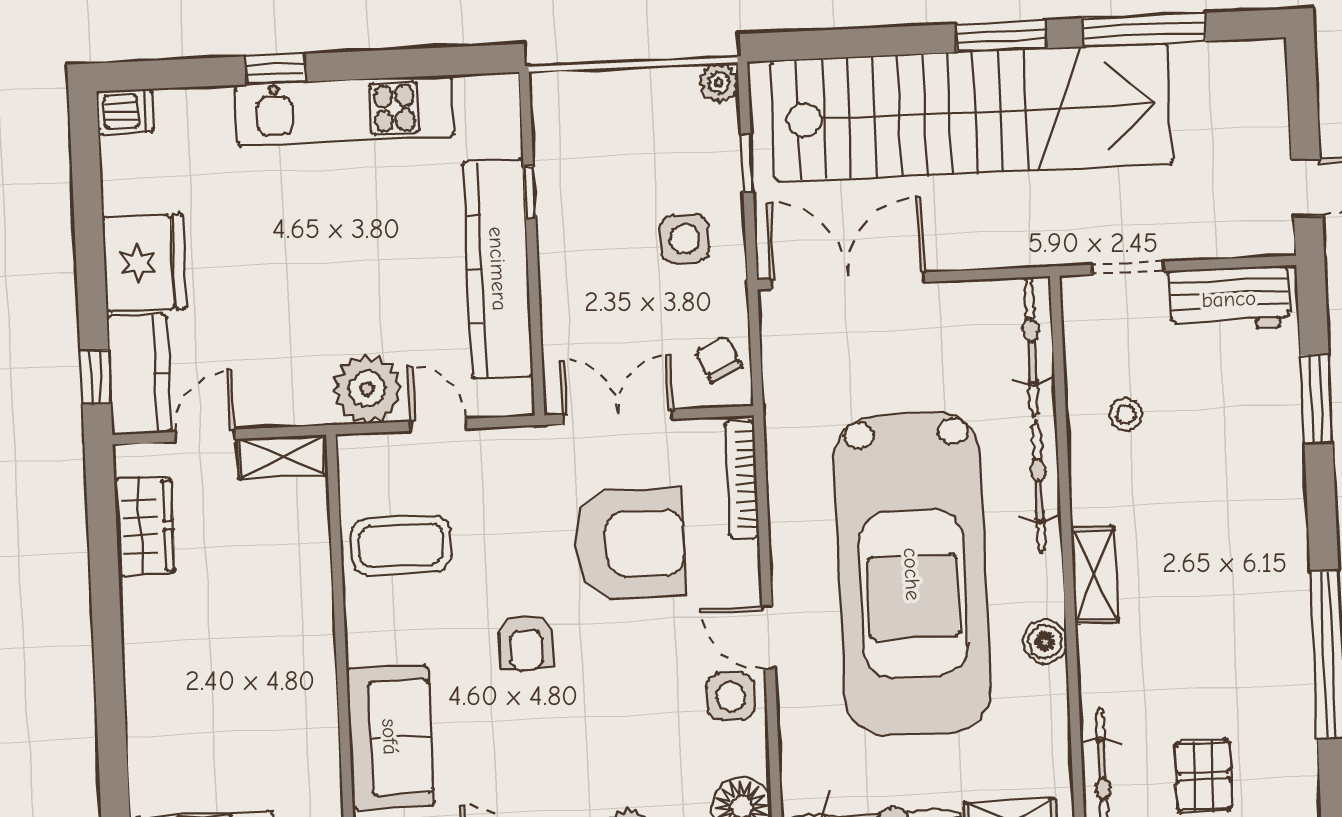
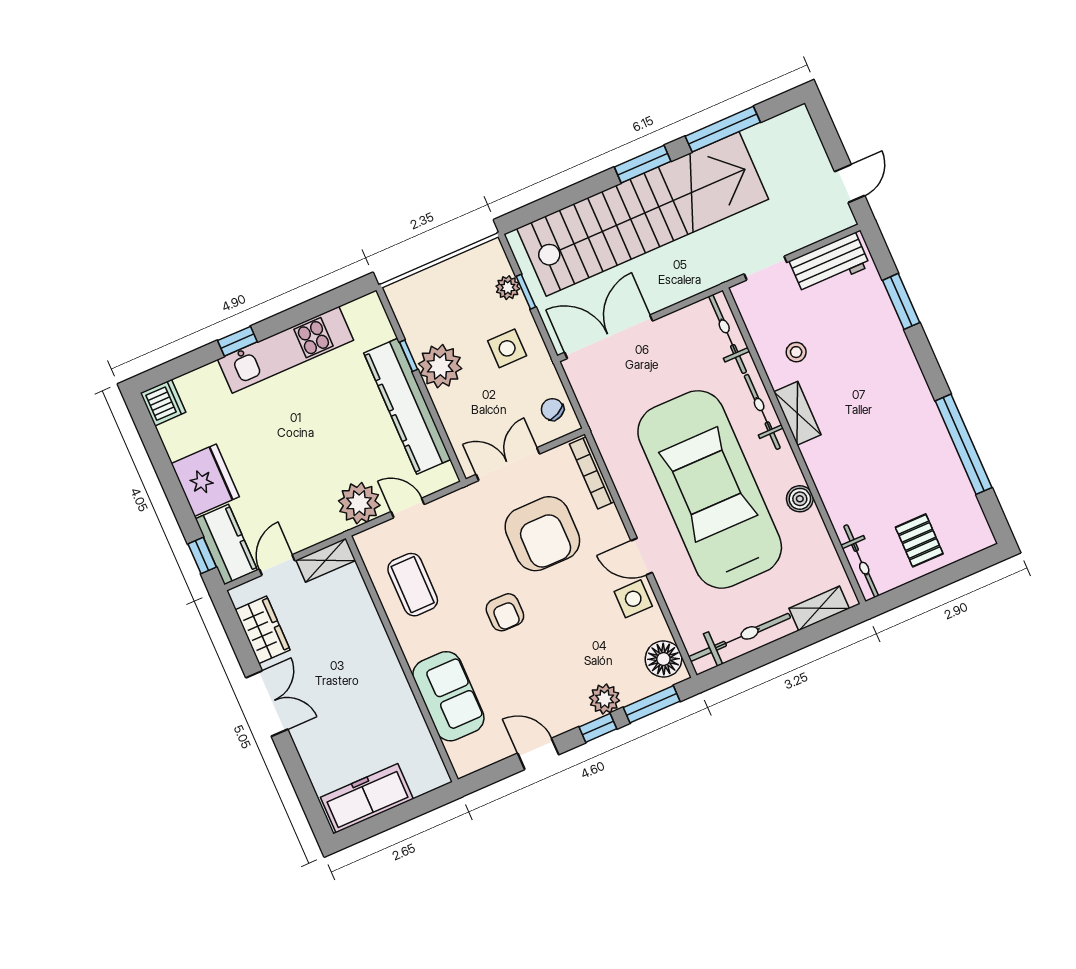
plant: (719, 83) -> (508, 288), moved
dishwasher: (125, 111) -> (163, 403), width x1.38
plant: (572, 227) -> (440, 366), added
armchair: (630, 544) -> (542, 534), turned 90
coffee table: (401, 545) -> (413, 585), turned 90
car: (912, 574) -> (710, 489), turned 180
shelving: (1095, 575) -> (797, 413), moved
double door: (107, 642) -> (267, 703), added

